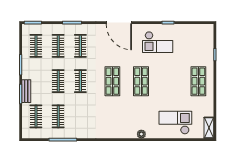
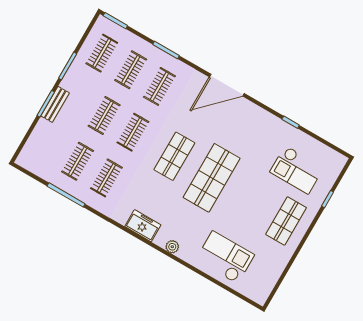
door: (119, 23) -> (227, 85), hinge flipped
checkout: (158, 42) -> (297, 170), moved
shop shelf: (141, 81) -> (212, 178), width x1.43, depth x1.36
clothes rail: (36, 116) -> (106, 178), moved
shelving: (209, 128) -> (265, 289), removed
freezer: (117, 132) -> (143, 226), added

